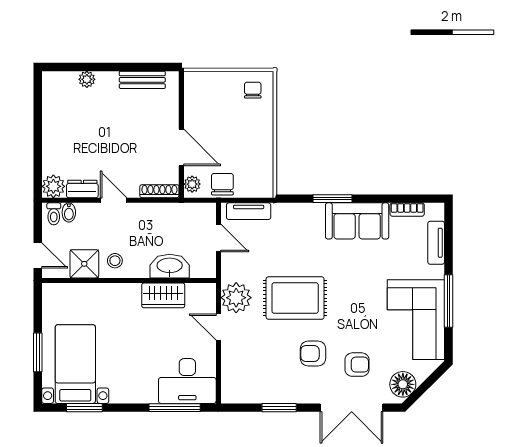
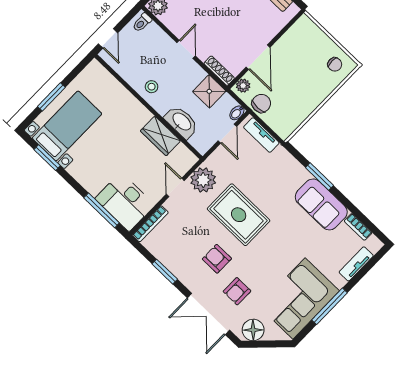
chair: (253, 90) -> (335, 64), turned 90
dresser: (82, 189) -> (174, 24), removed
bidet: (69, 212) -> (237, 113), moved
shower: (84, 264) -> (209, 91), moved
armchair: (357, 365) -> (237, 291), turned 90
bookcase: (227, 379) -> (150, 224), added

